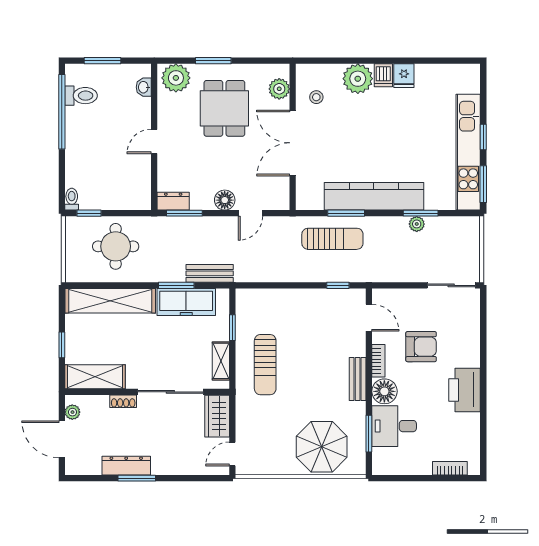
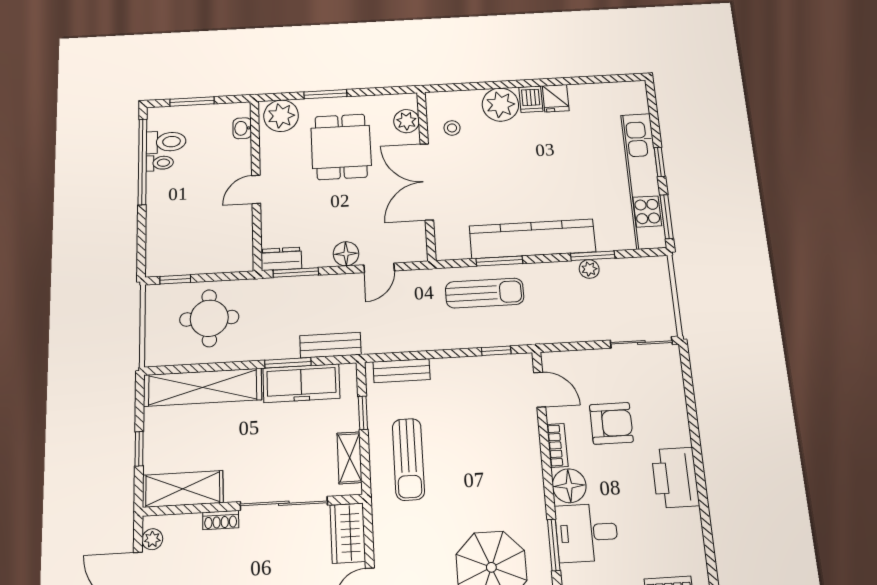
toilet: (72, 199) -> (160, 163), moved, turned 90
bench: (358, 379) -> (402, 371), moved, turned 90

